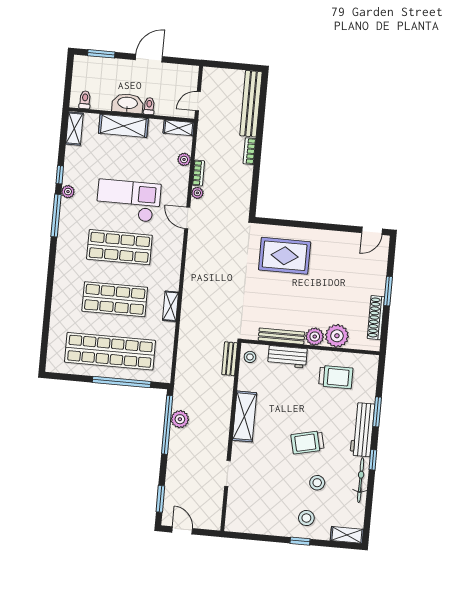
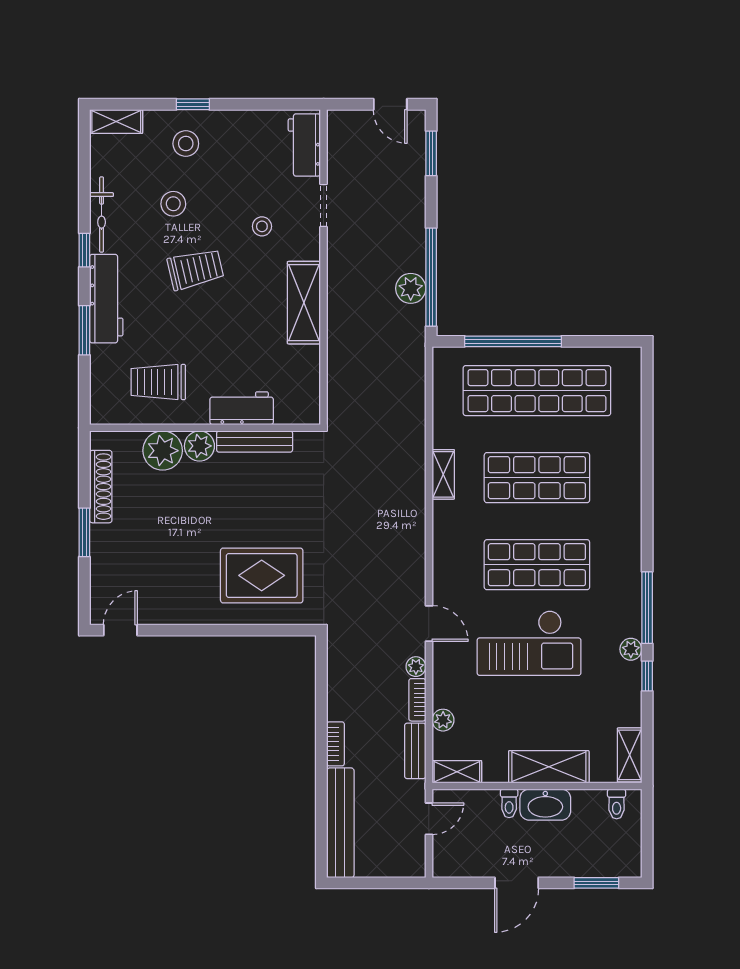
stool: (250, 357) -> (262, 226), moved
bench: (230, 359) -> (415, 751), moved
workbench: (236, 511) -> (304, 145), added

